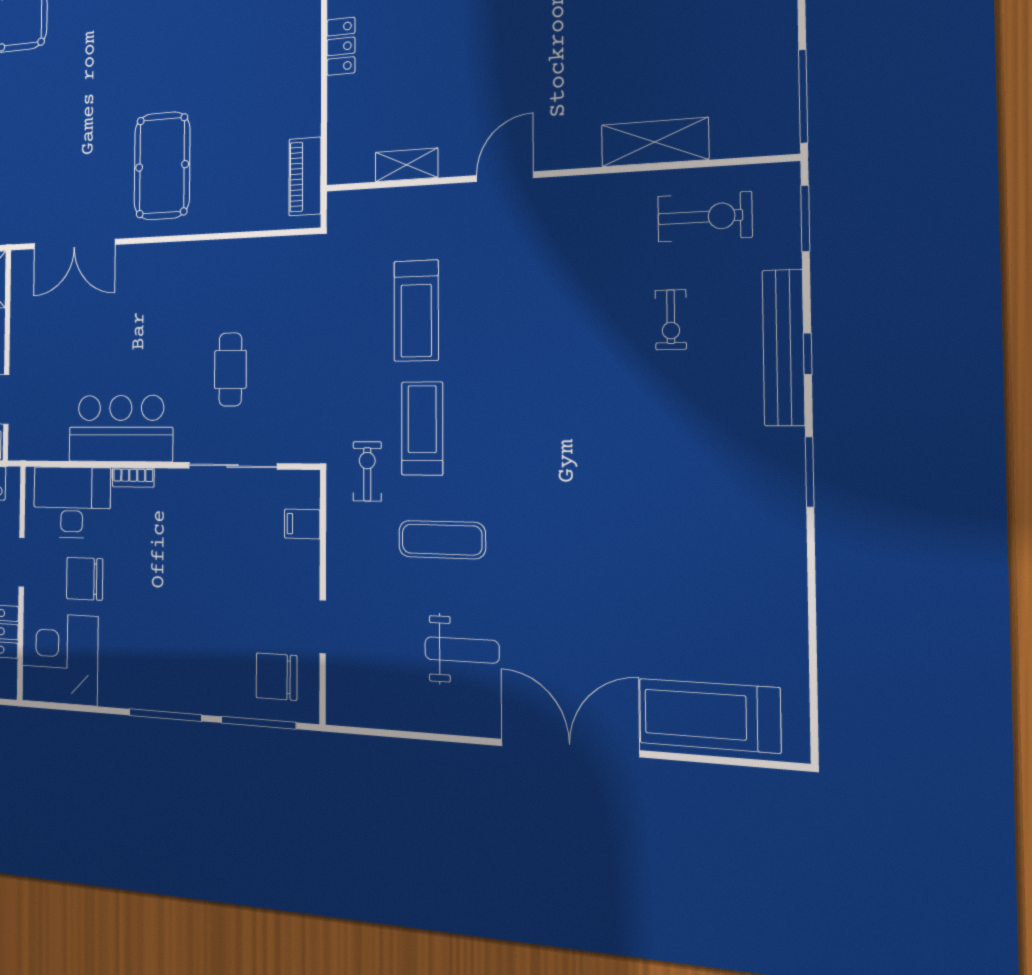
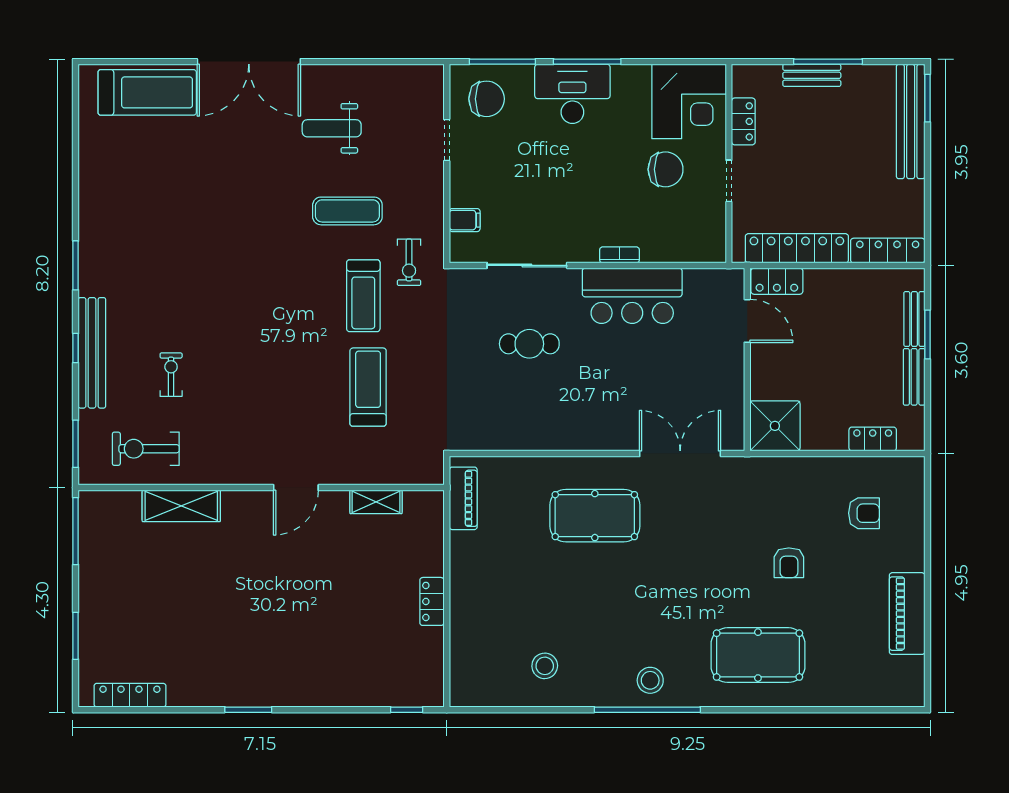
pool table: (162, 166) -> (595, 516), turned 90
cafe table: (230, 369) -> (529, 344), turned 90
desk: (72, 502) -> (572, 94), moved, turned 180

